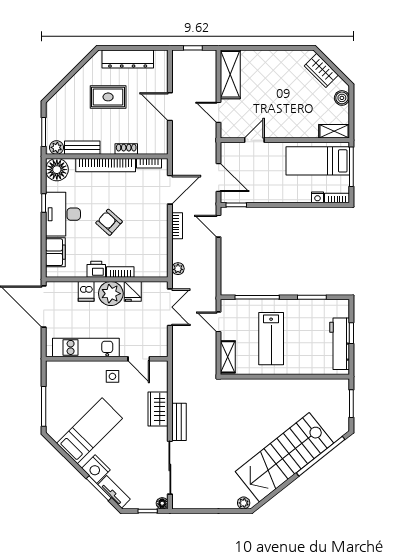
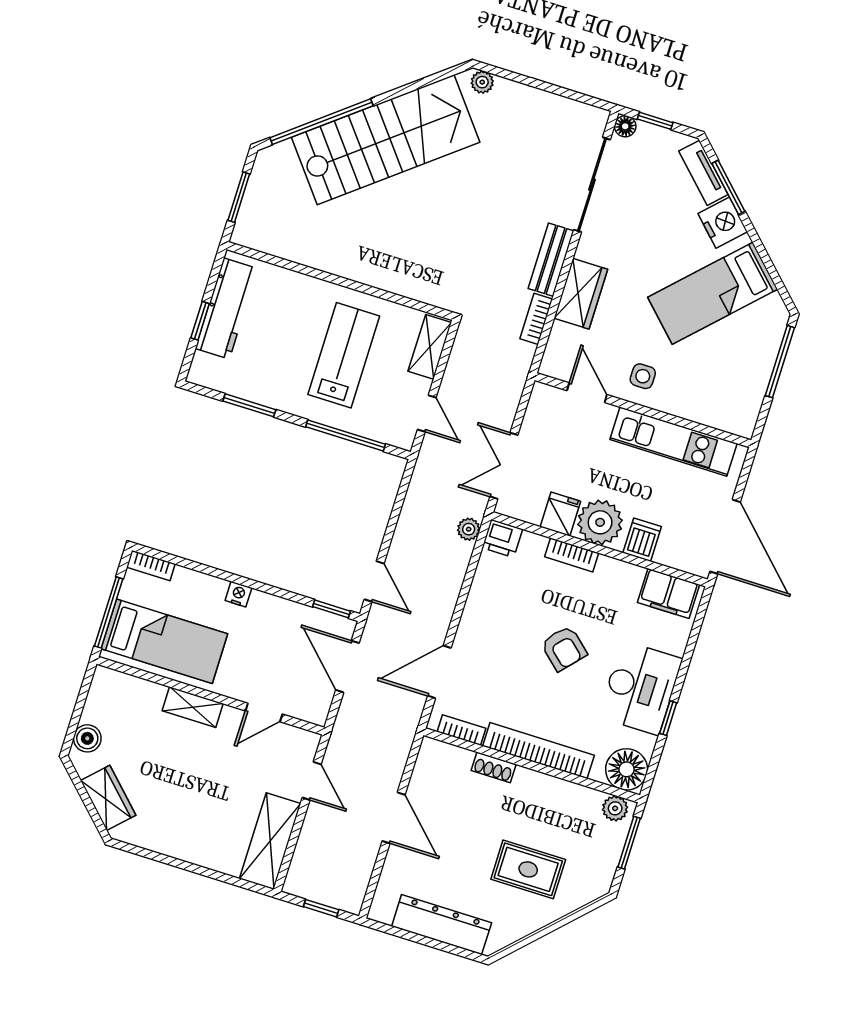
rug: (108, 97) -> (528, 869), moved
shelving: (334, 131) -> (193, 707), moved
bench: (82, 148) -> (570, 794), removed
nightstand: (317, 197) -> (238, 594), moved
bookcase: (177, 226) -> (536, 319), moved
filing cabinet: (55, 252) -> (668, 594), moved, turned -90
printer: (96, 269) -> (502, 539), moved

